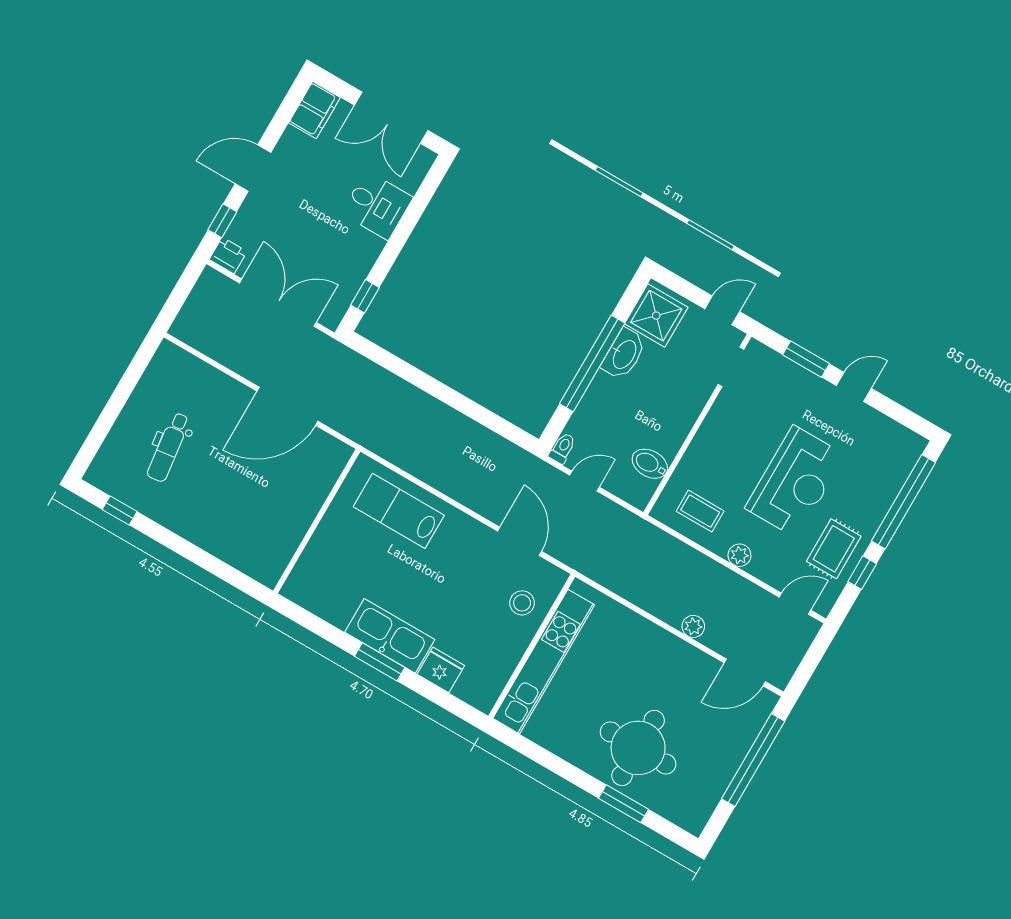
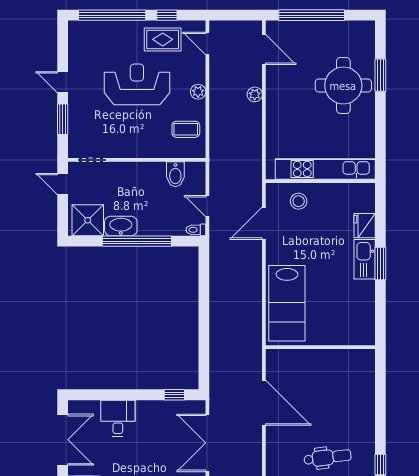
lab bench: (399, 511) -> (287, 303), width x1.36, depth x1.39
coffee table: (700, 511) -> (186, 129), turned 90
kitchen sink: (390, 636) -> (365, 259), width x0.73, depth x0.81

